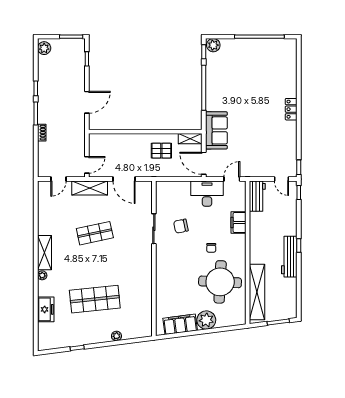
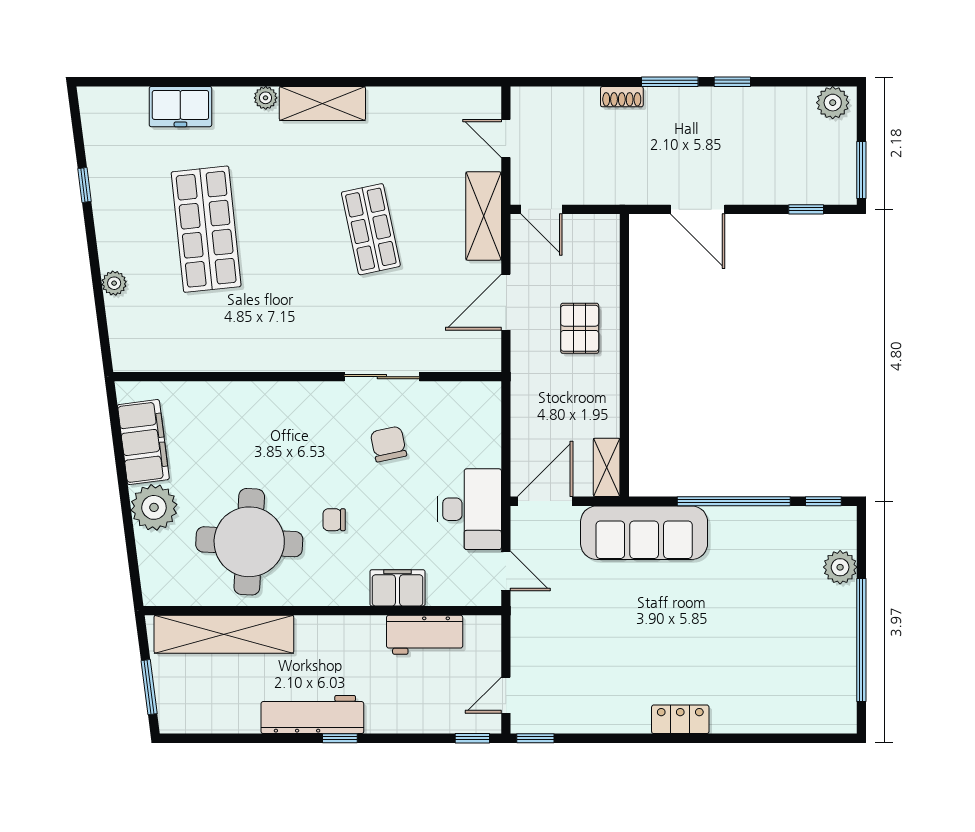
plant: (213, 45) -> (840, 567), moved
sofa: (216, 130) -> (644, 533), width x1.36
pallet: (161, 151) -> (580, 328), moved
workbench: (257, 196) -> (425, 635), moved

